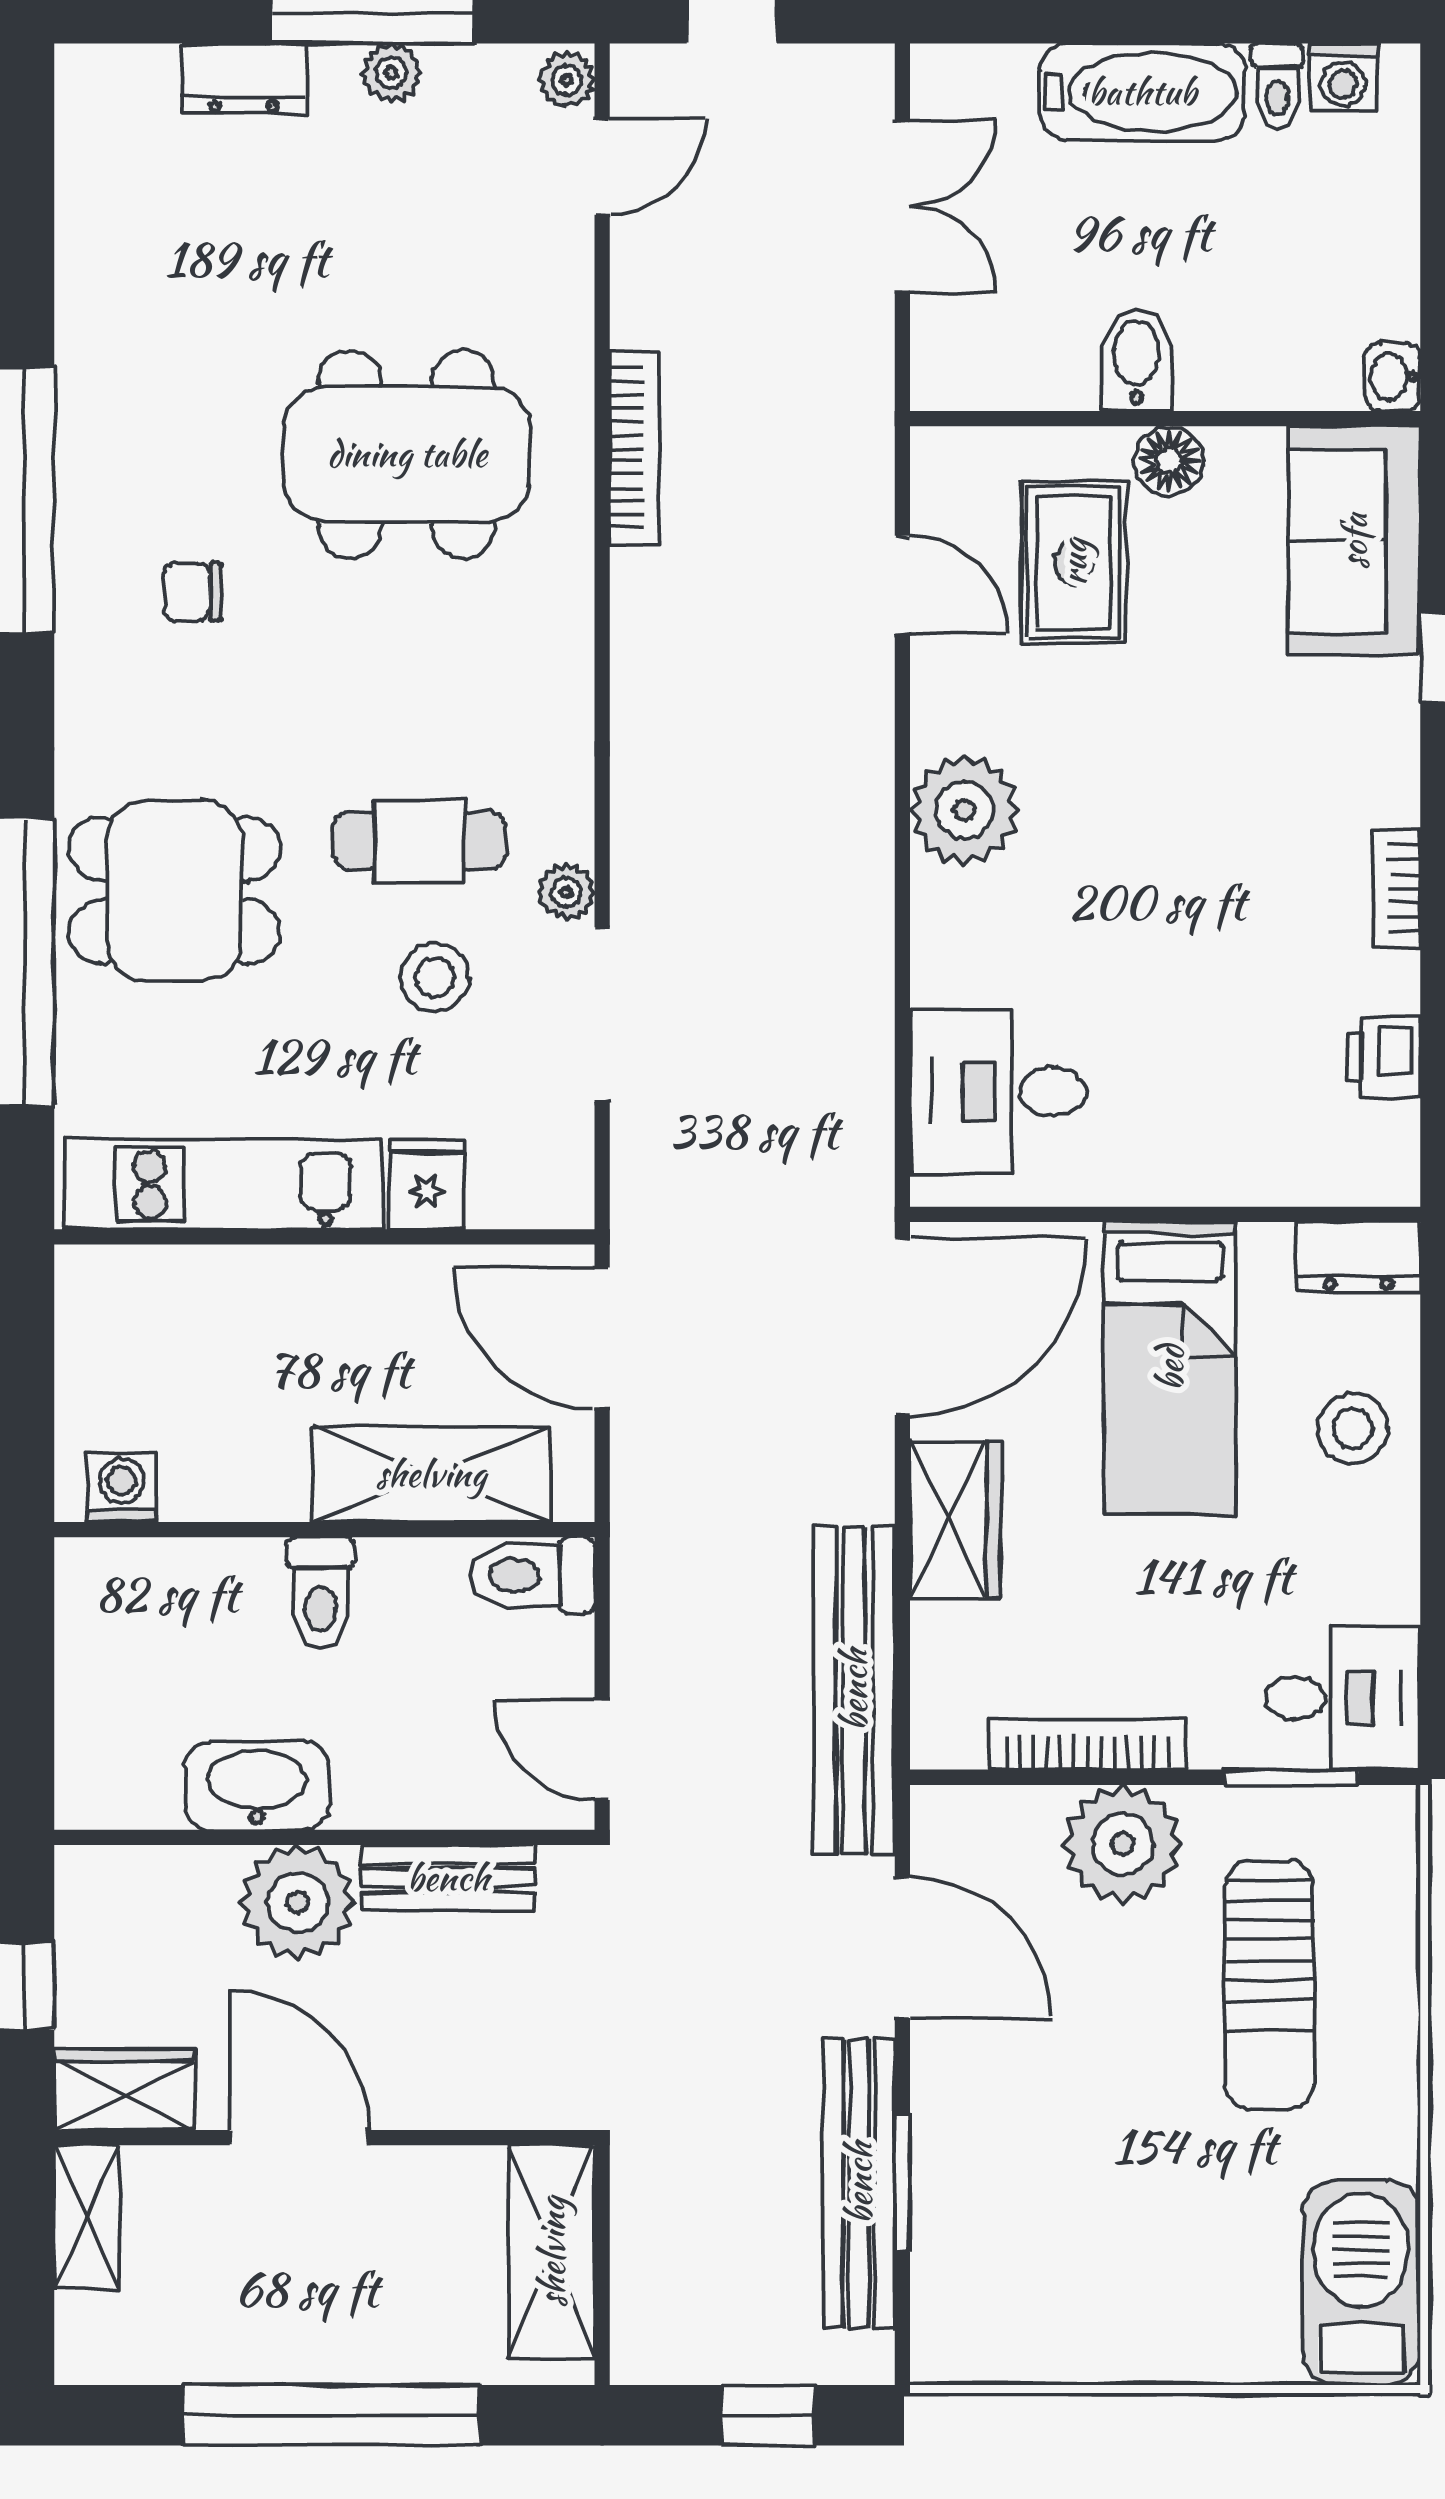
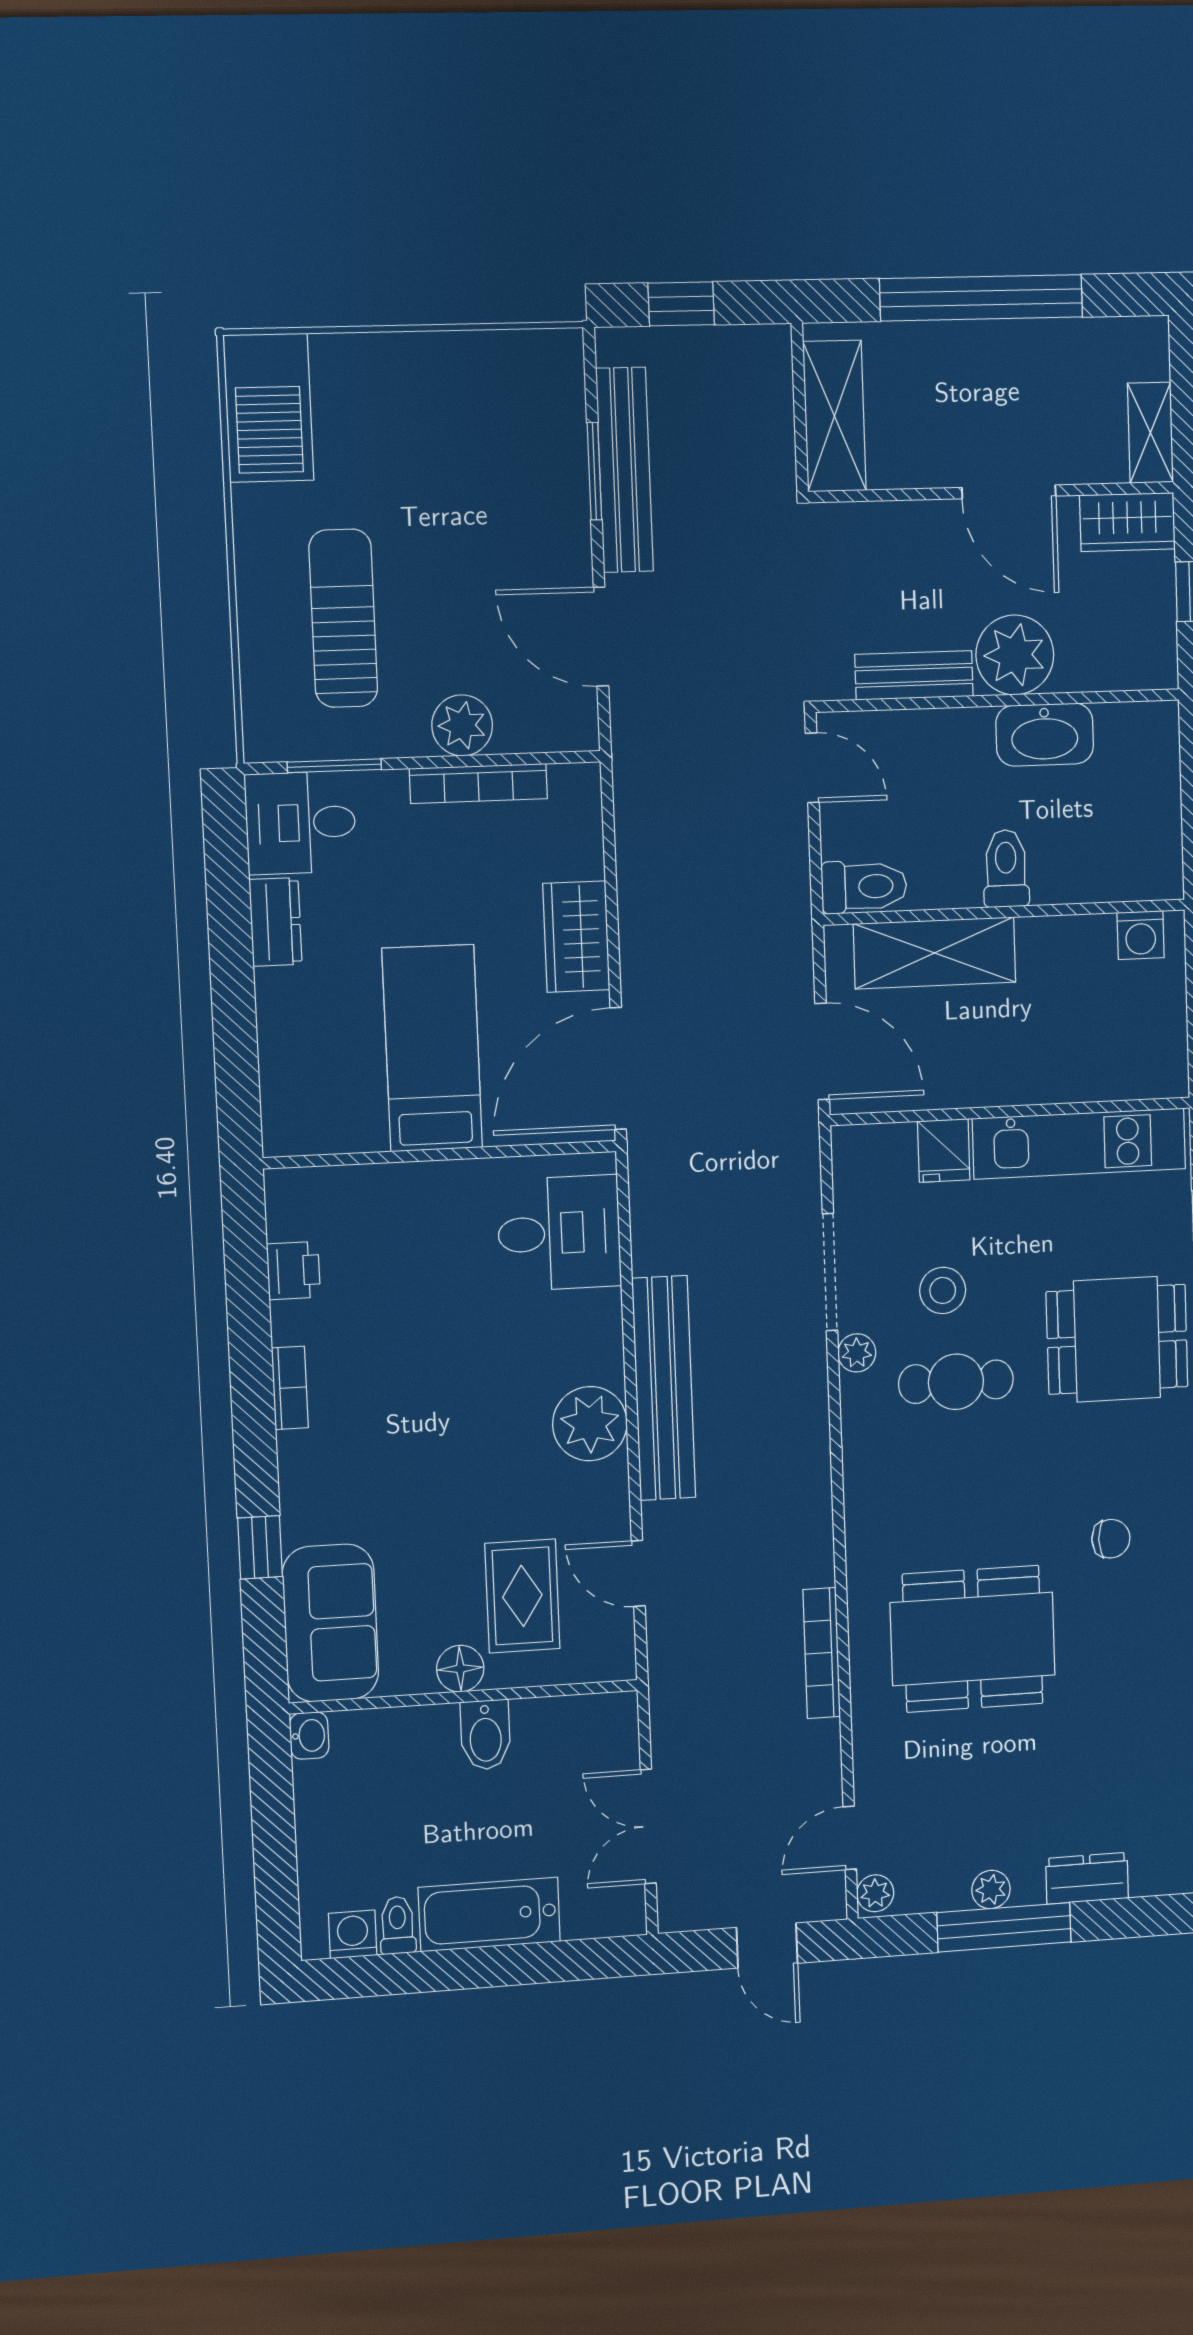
dresser: (1358, 1257) -> (275, 922), moved, turned 90
stool: (1353, 1429) -> (303, 1012), removed
bench: (854, 1690) -> (664, 1388), moved
plant: (1123, 1844) -> (462, 725), width x0.73, depth x0.73

